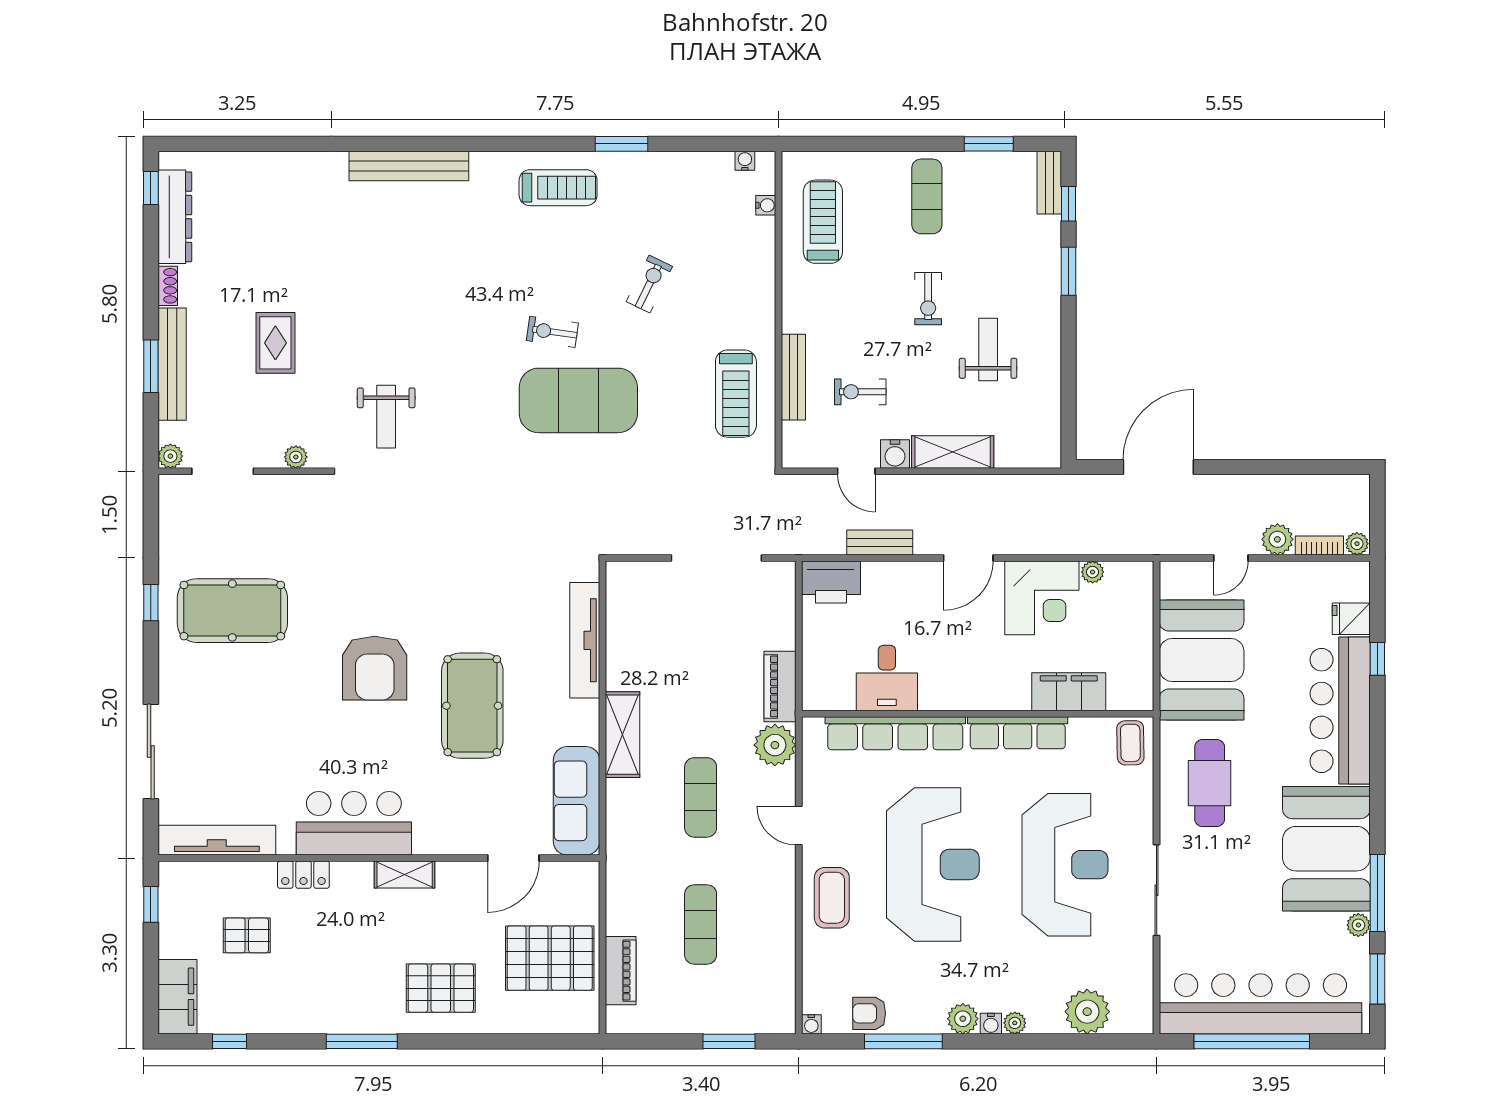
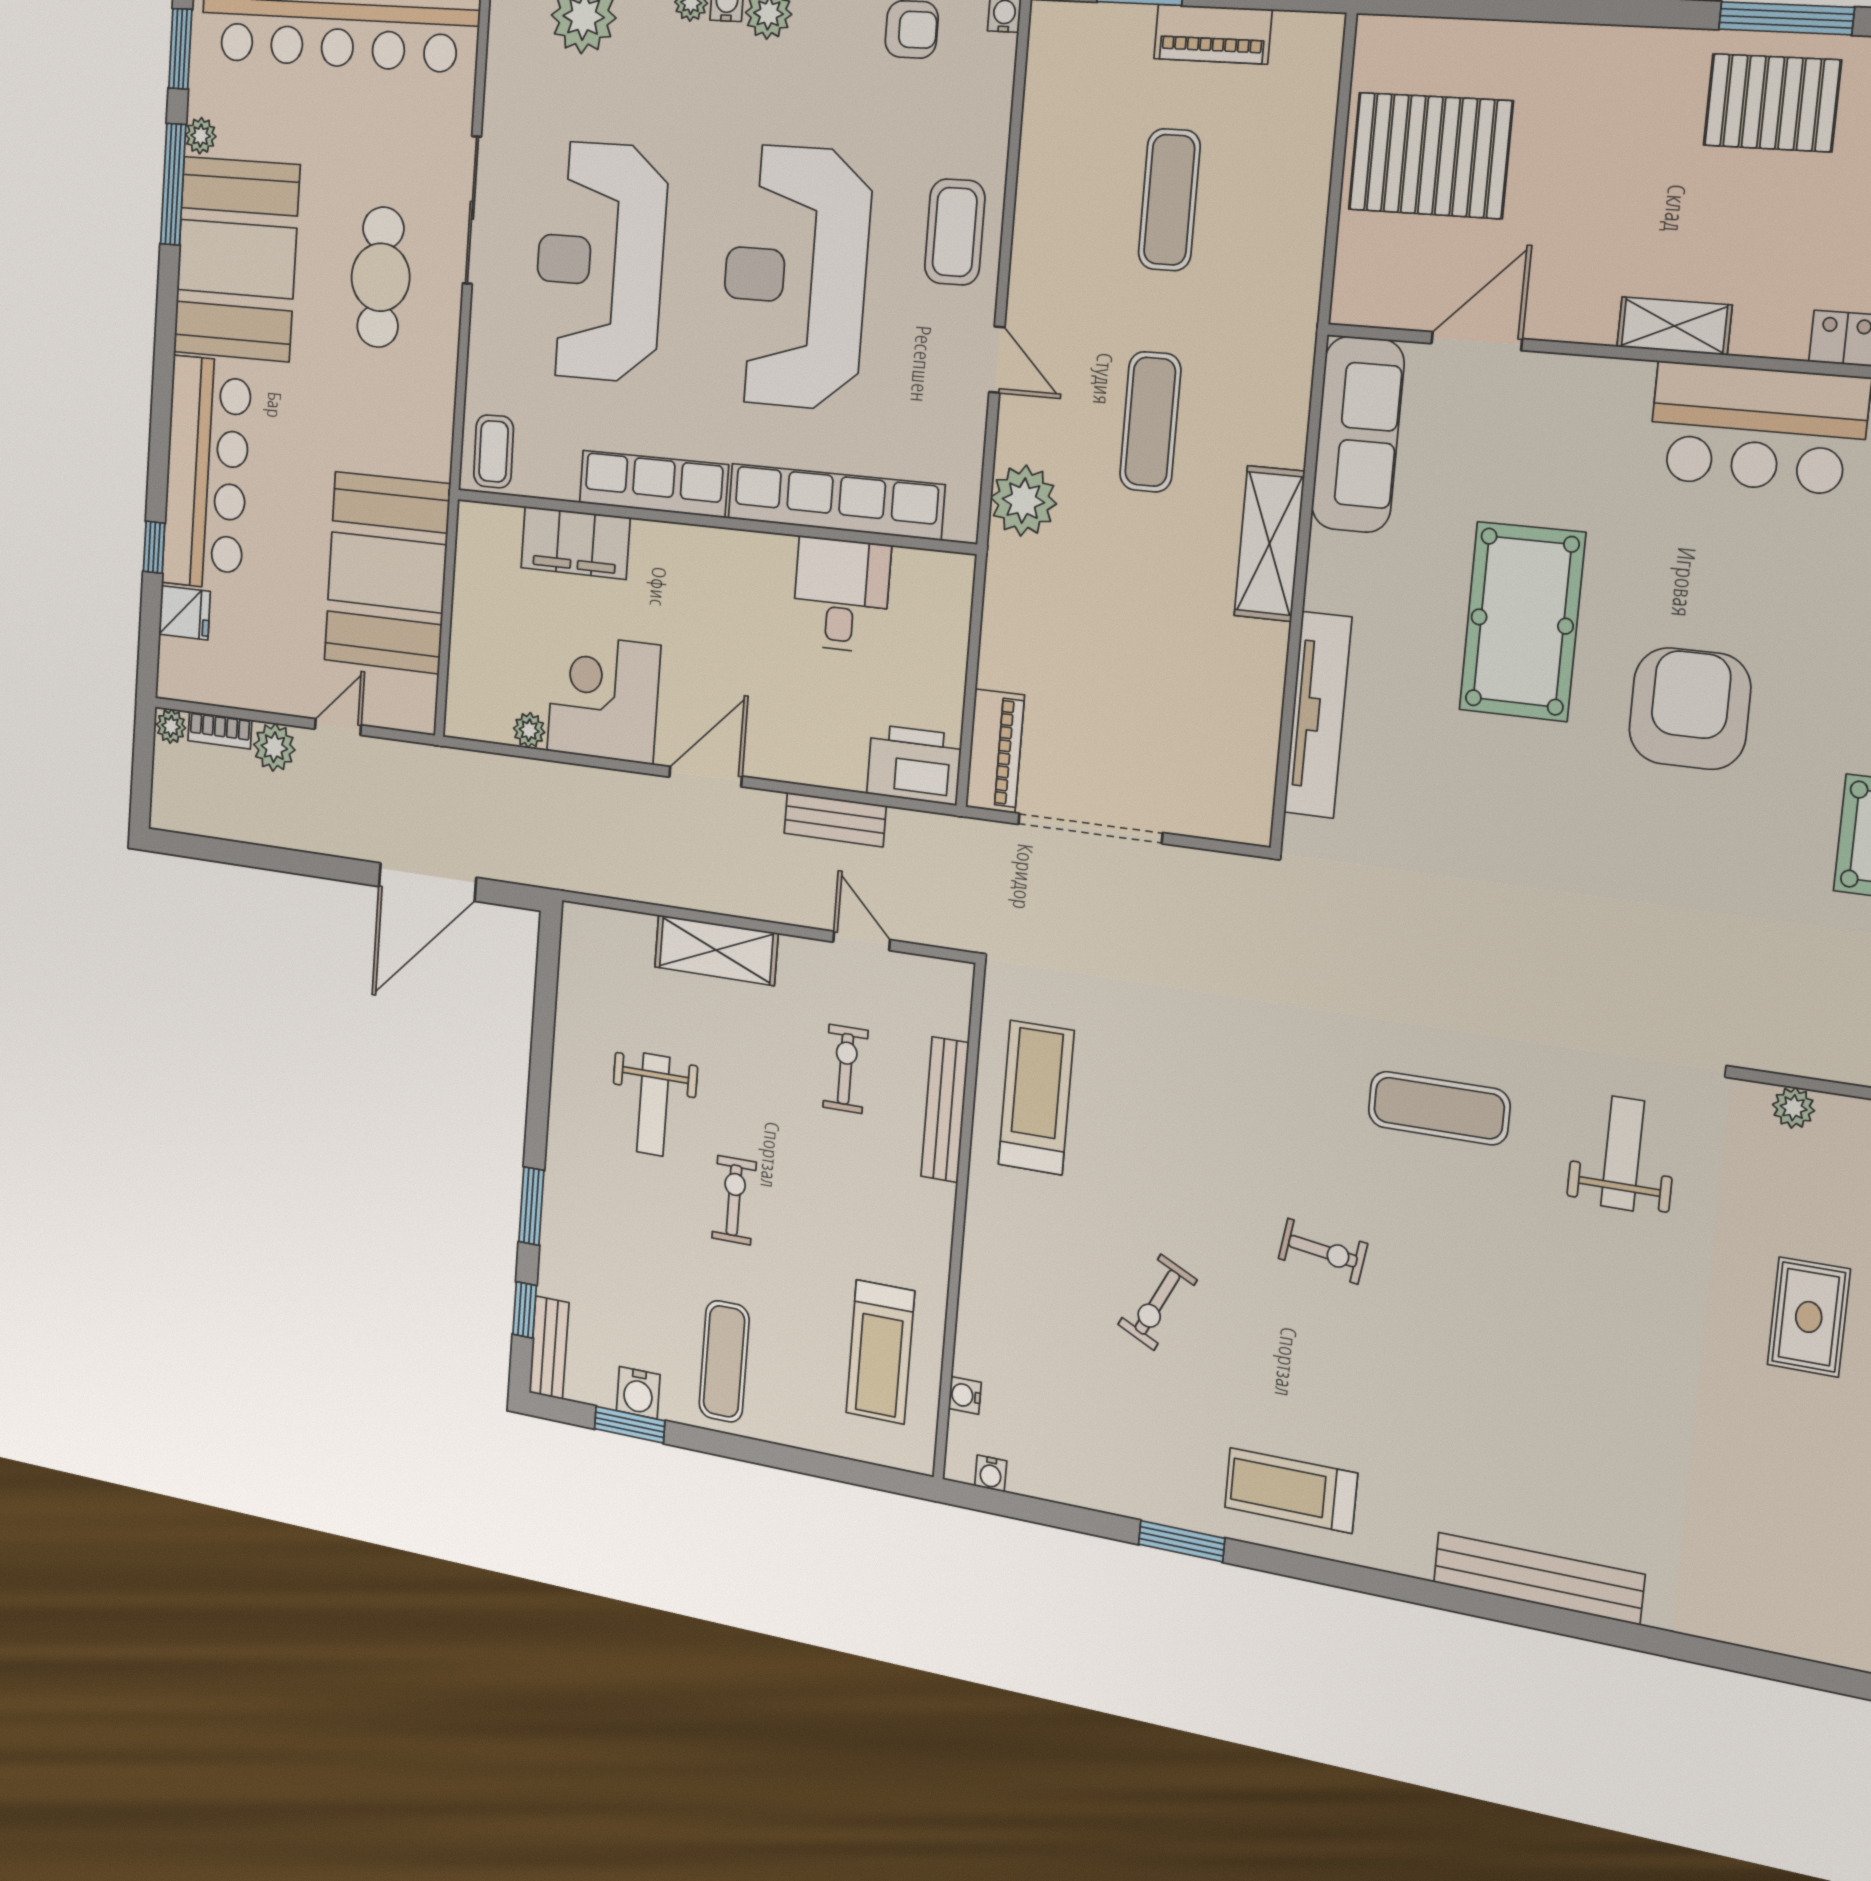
exercise bike: (860, 392) -> (845, 1069), turned -90
exercise mat: (578, 400) -> (1439, 1108), moved, width x0.50, depth x0.69
water cooler: (895, 454) -> (638, 1393), moved, turned 180
piano: (780, 686) -> (995, 751), moved
cafe table: (1210, 783) -> (381, 277), moved
piano: (621, 971) -> (1213, 34), moved, turned -90
pallet: (441, 988) -> (1772, 103), moved

